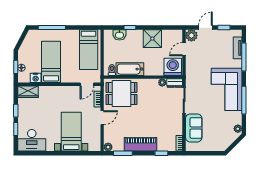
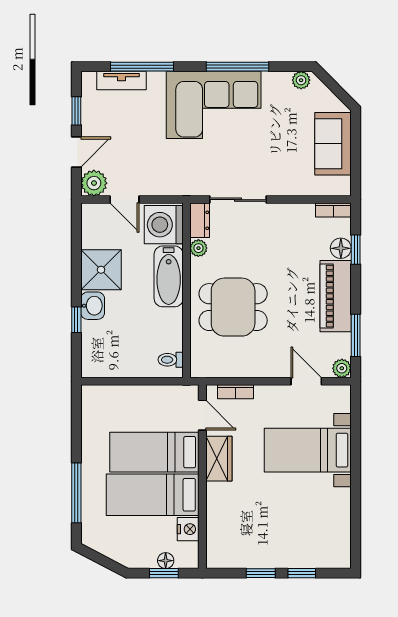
door: (205, 27) -> (76, 152), swing flipped
washbasin: (119, 35) -> (93, 306), moved
bed: (89, 50) -> (154, 452), moved, turned 180
bathtub: (130, 69) -> (169, 276), moved
wardrobe: (28, 92) -> (219, 459), moved
dining table: (121, 93) -> (233, 307), moved, turned 90
door: (102, 118) -> (306, 381), moved
sofa: (194, 128) -> (333, 144), moved, turned -90
desk: (32, 140) -> (327, 538), removed
floor lamp: (162, 147) -> (341, 248), added

